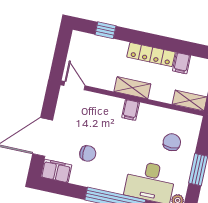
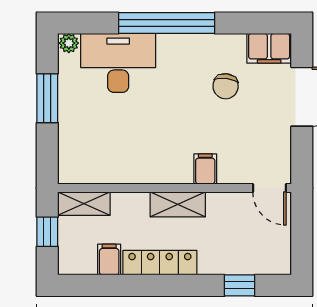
filing cabinet: (131, 110) -> (205, 169), moved
chair: (172, 142) -> (98, 132), removed
chair: (88, 153) -> (226, 86), turned -83

